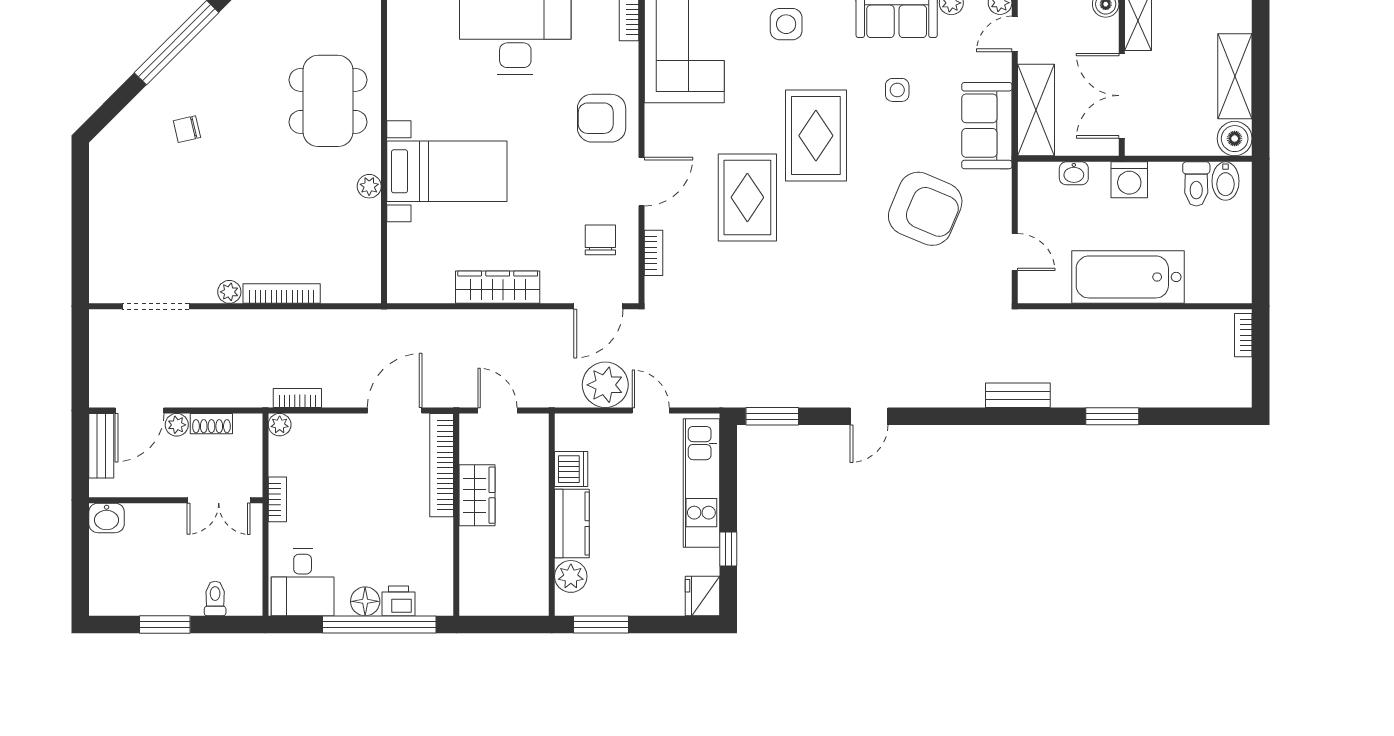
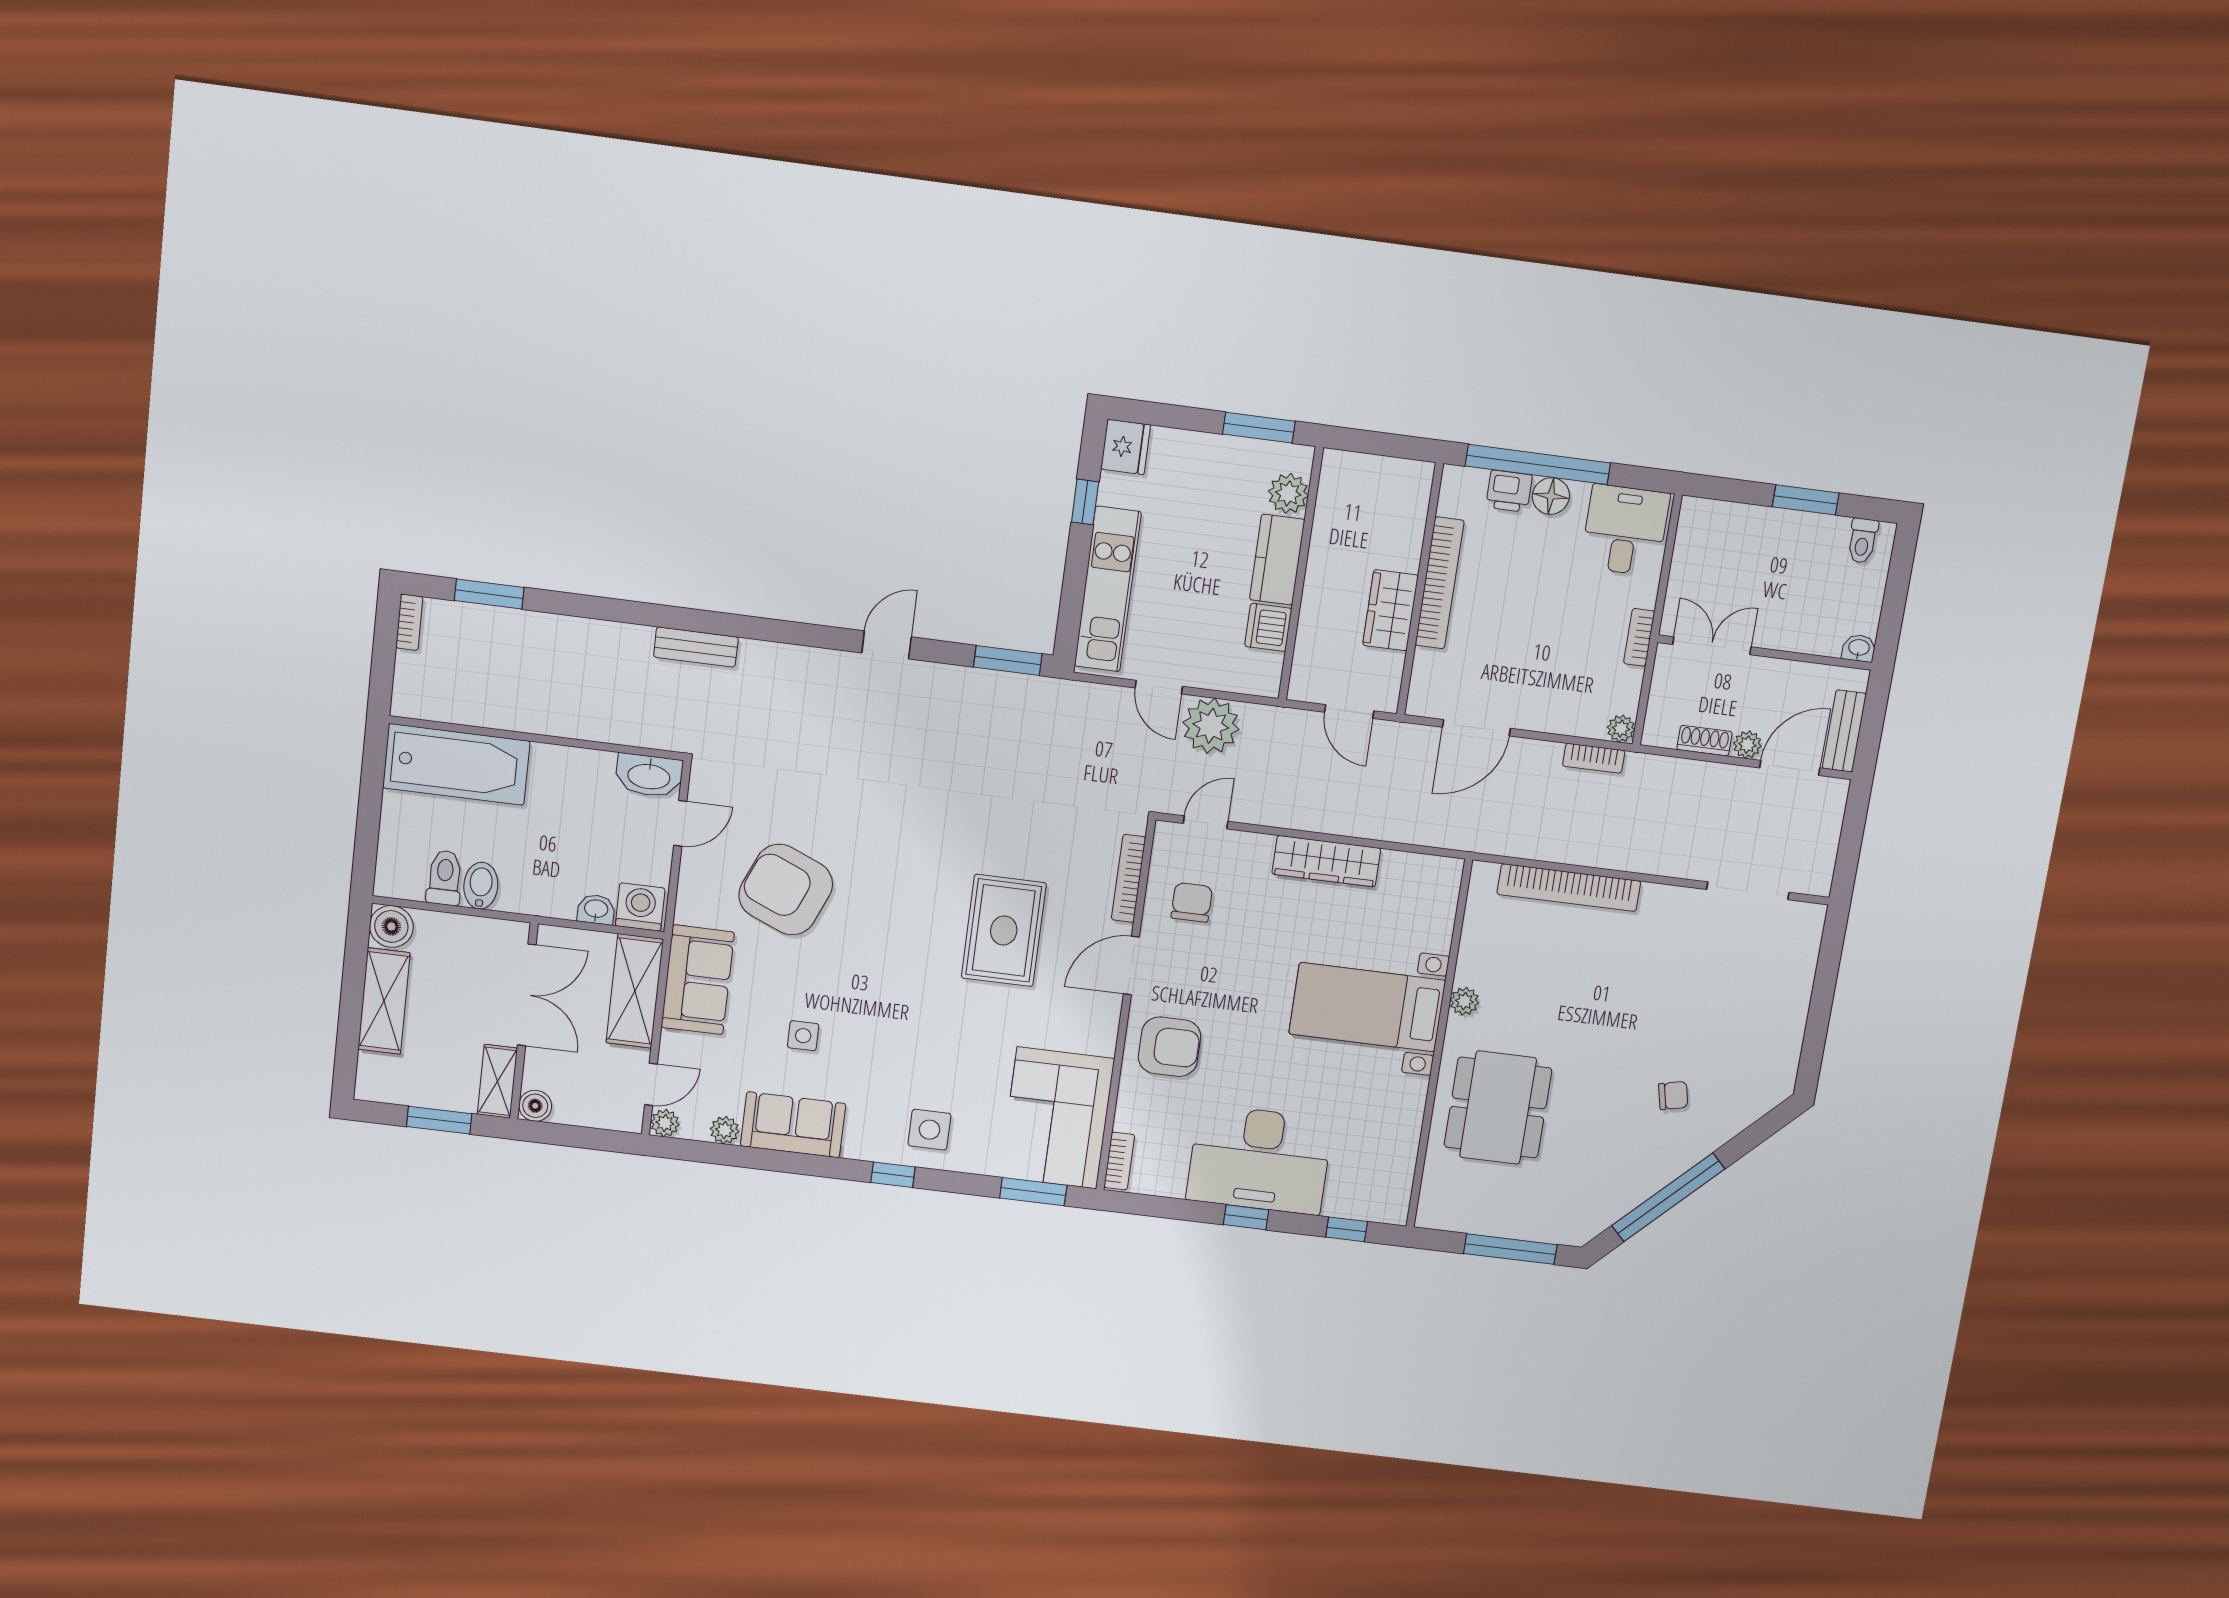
rug: (816, 136) -> (910, 994), removed
washing machine: (1129, 180) -> (640, 907), moved
bidet: (1226, 181) -> (481, 886), moved
chair: (600, 240) -> (1192, 902), turned 180
door: (1015, 252) -> (680, 823), swing flipped
bookcase: (654, 253) -> (1128, 878), width x1.56
bathtub: (1128, 277) -> (456, 764), moved
washbasin: (1044, 288) -> (649, 776), added
plant: (229, 292) -> (1655, 897), removed
bookcase: (282, 294) -> (1569, 888), width x1.48, depth x1.31
door: (598, 306) -> (1206, 822), width x0.73
bookcase: (1243, 335) -> (409, 622), moved
window: (1112, 416) -> (489, 594), moved
bookcase: (442, 465) -> (1440, 583), moved
washbasin: (107, 518) -> (1859, 648), width x0.72, depth x0.69
toilet: (215, 598) -> (1862, 541), moved

